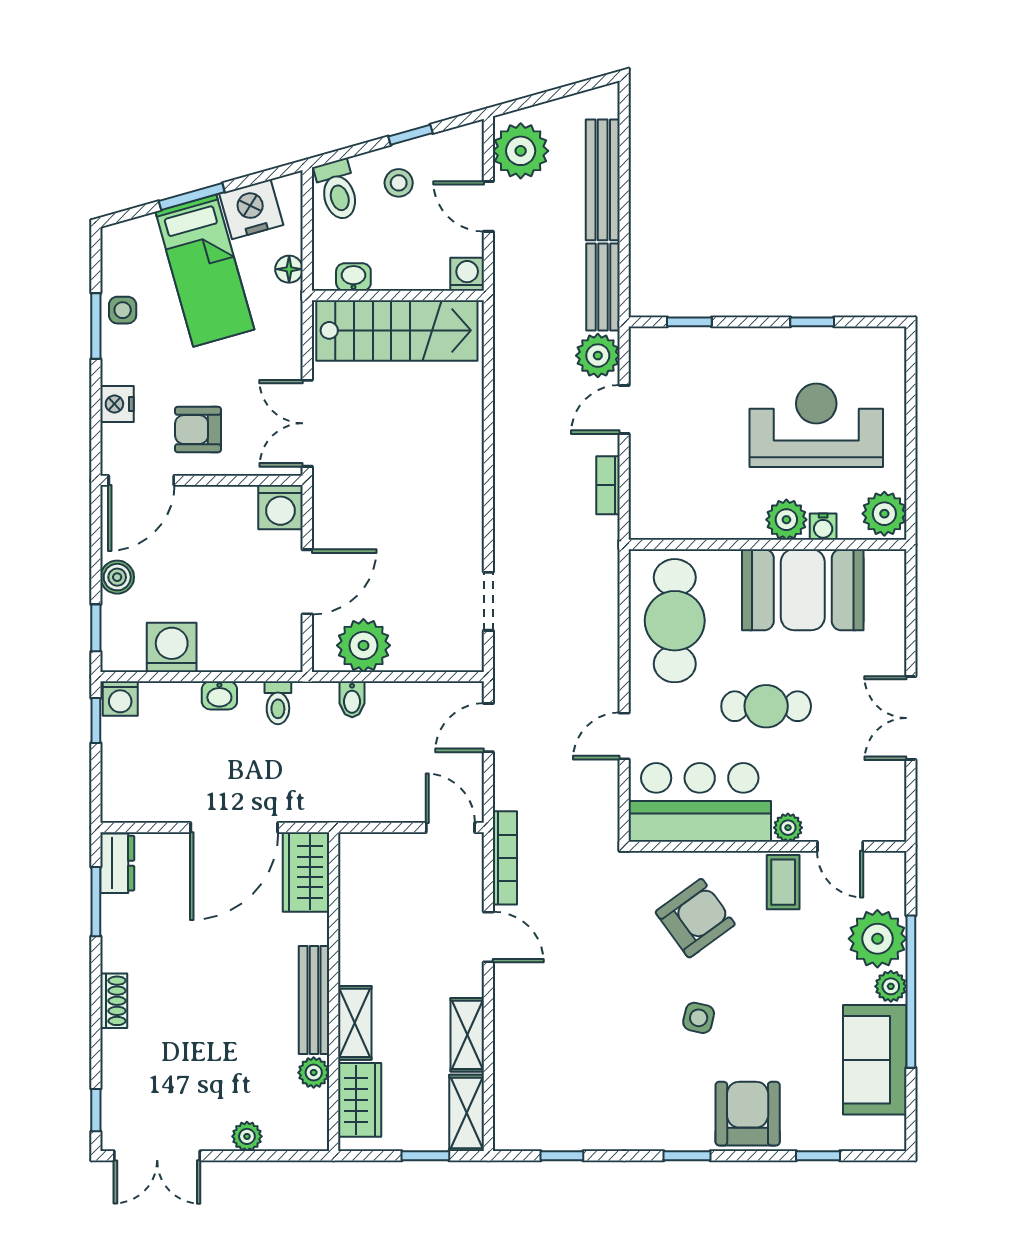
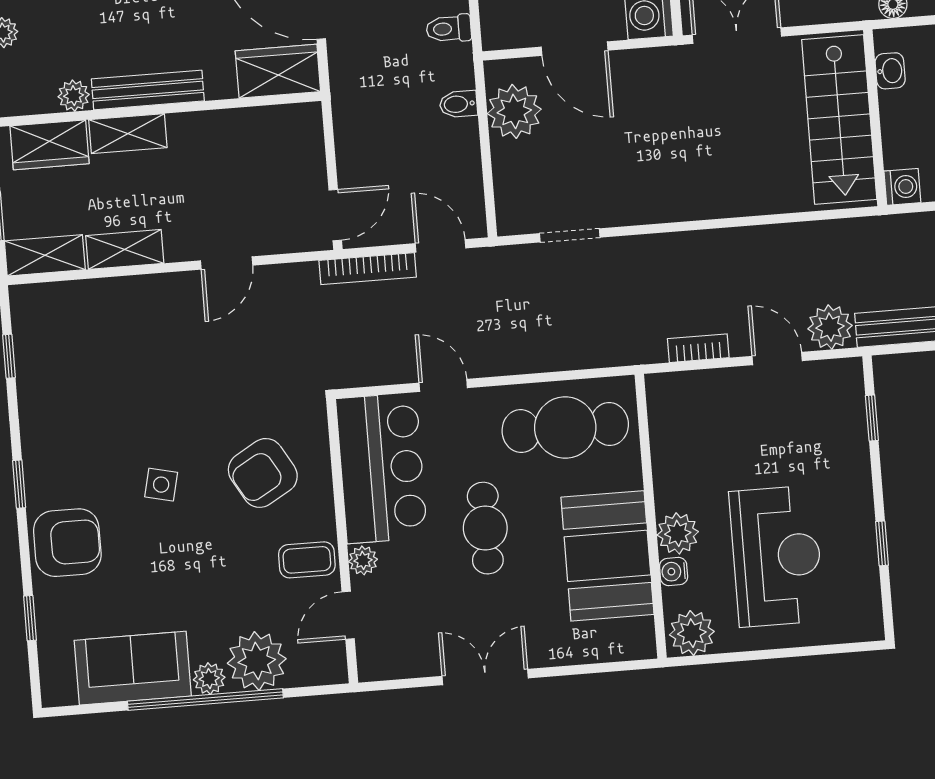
bookcase: (505, 858) -> (368, 269), moved
armchair: (695, 918) -> (263, 473), turned 96

